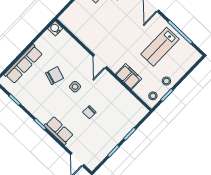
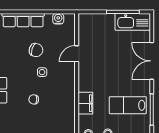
water cooler: (55, 28) -> (58, 19), moved
door: (100, 62) -> (77, 54), moved

